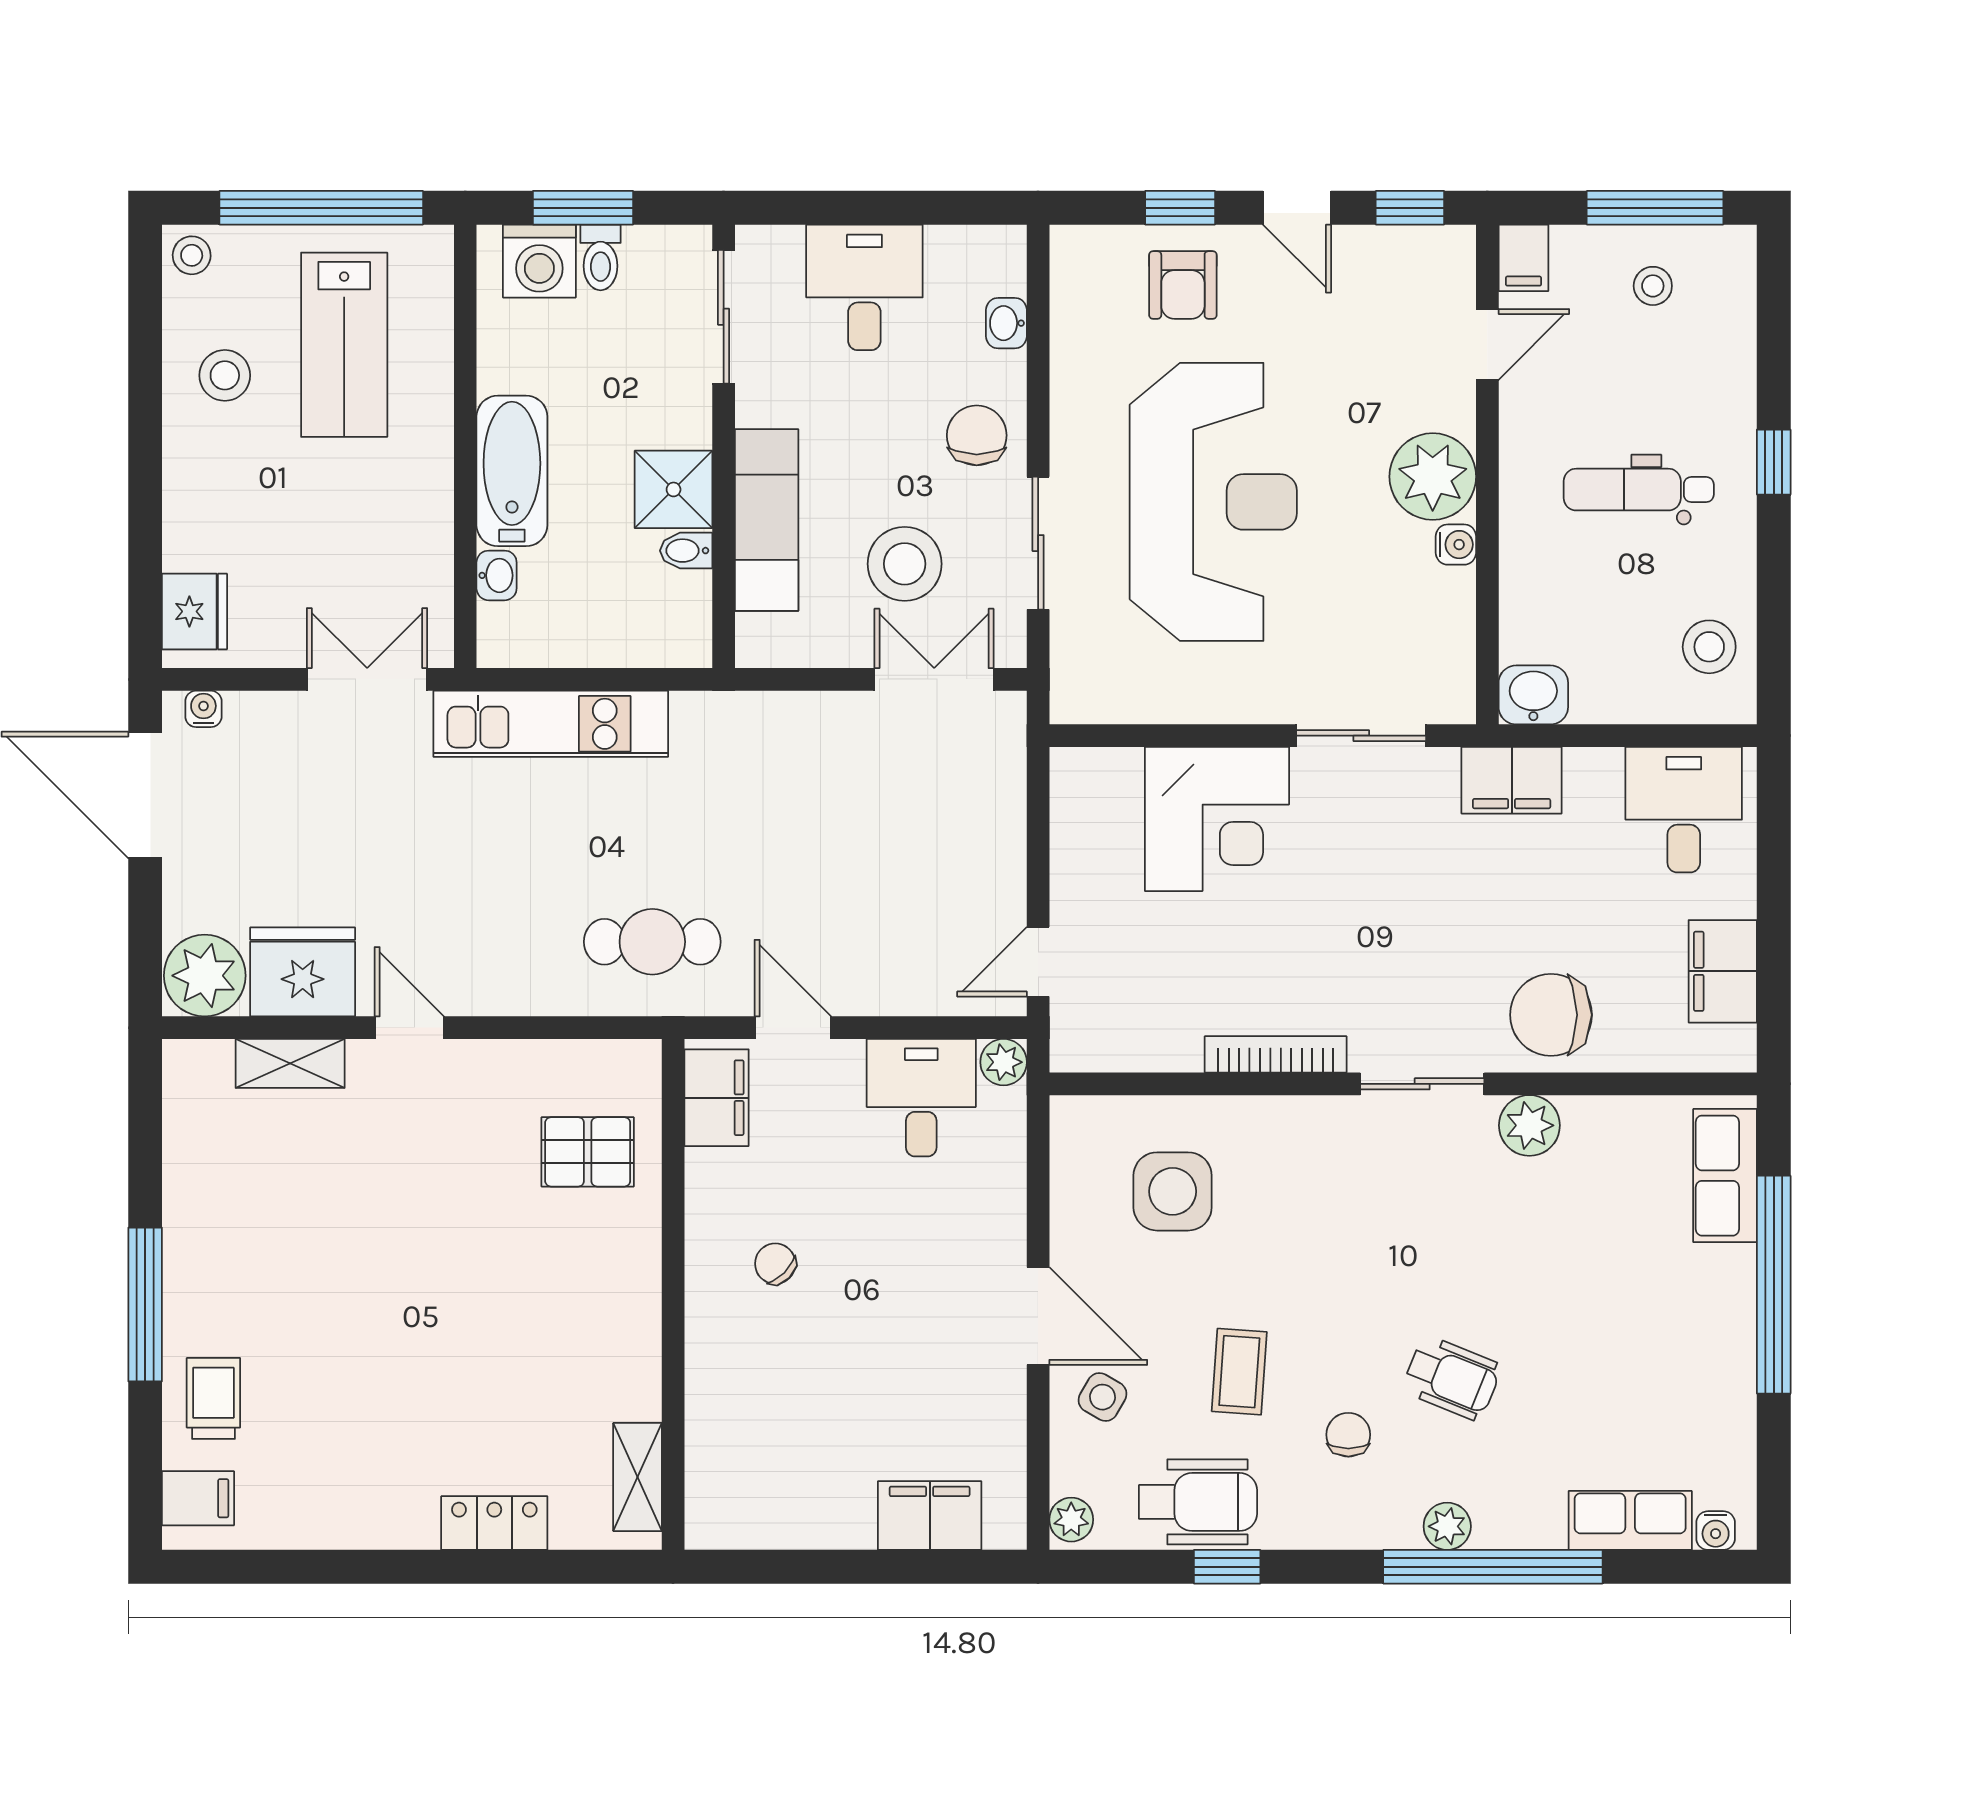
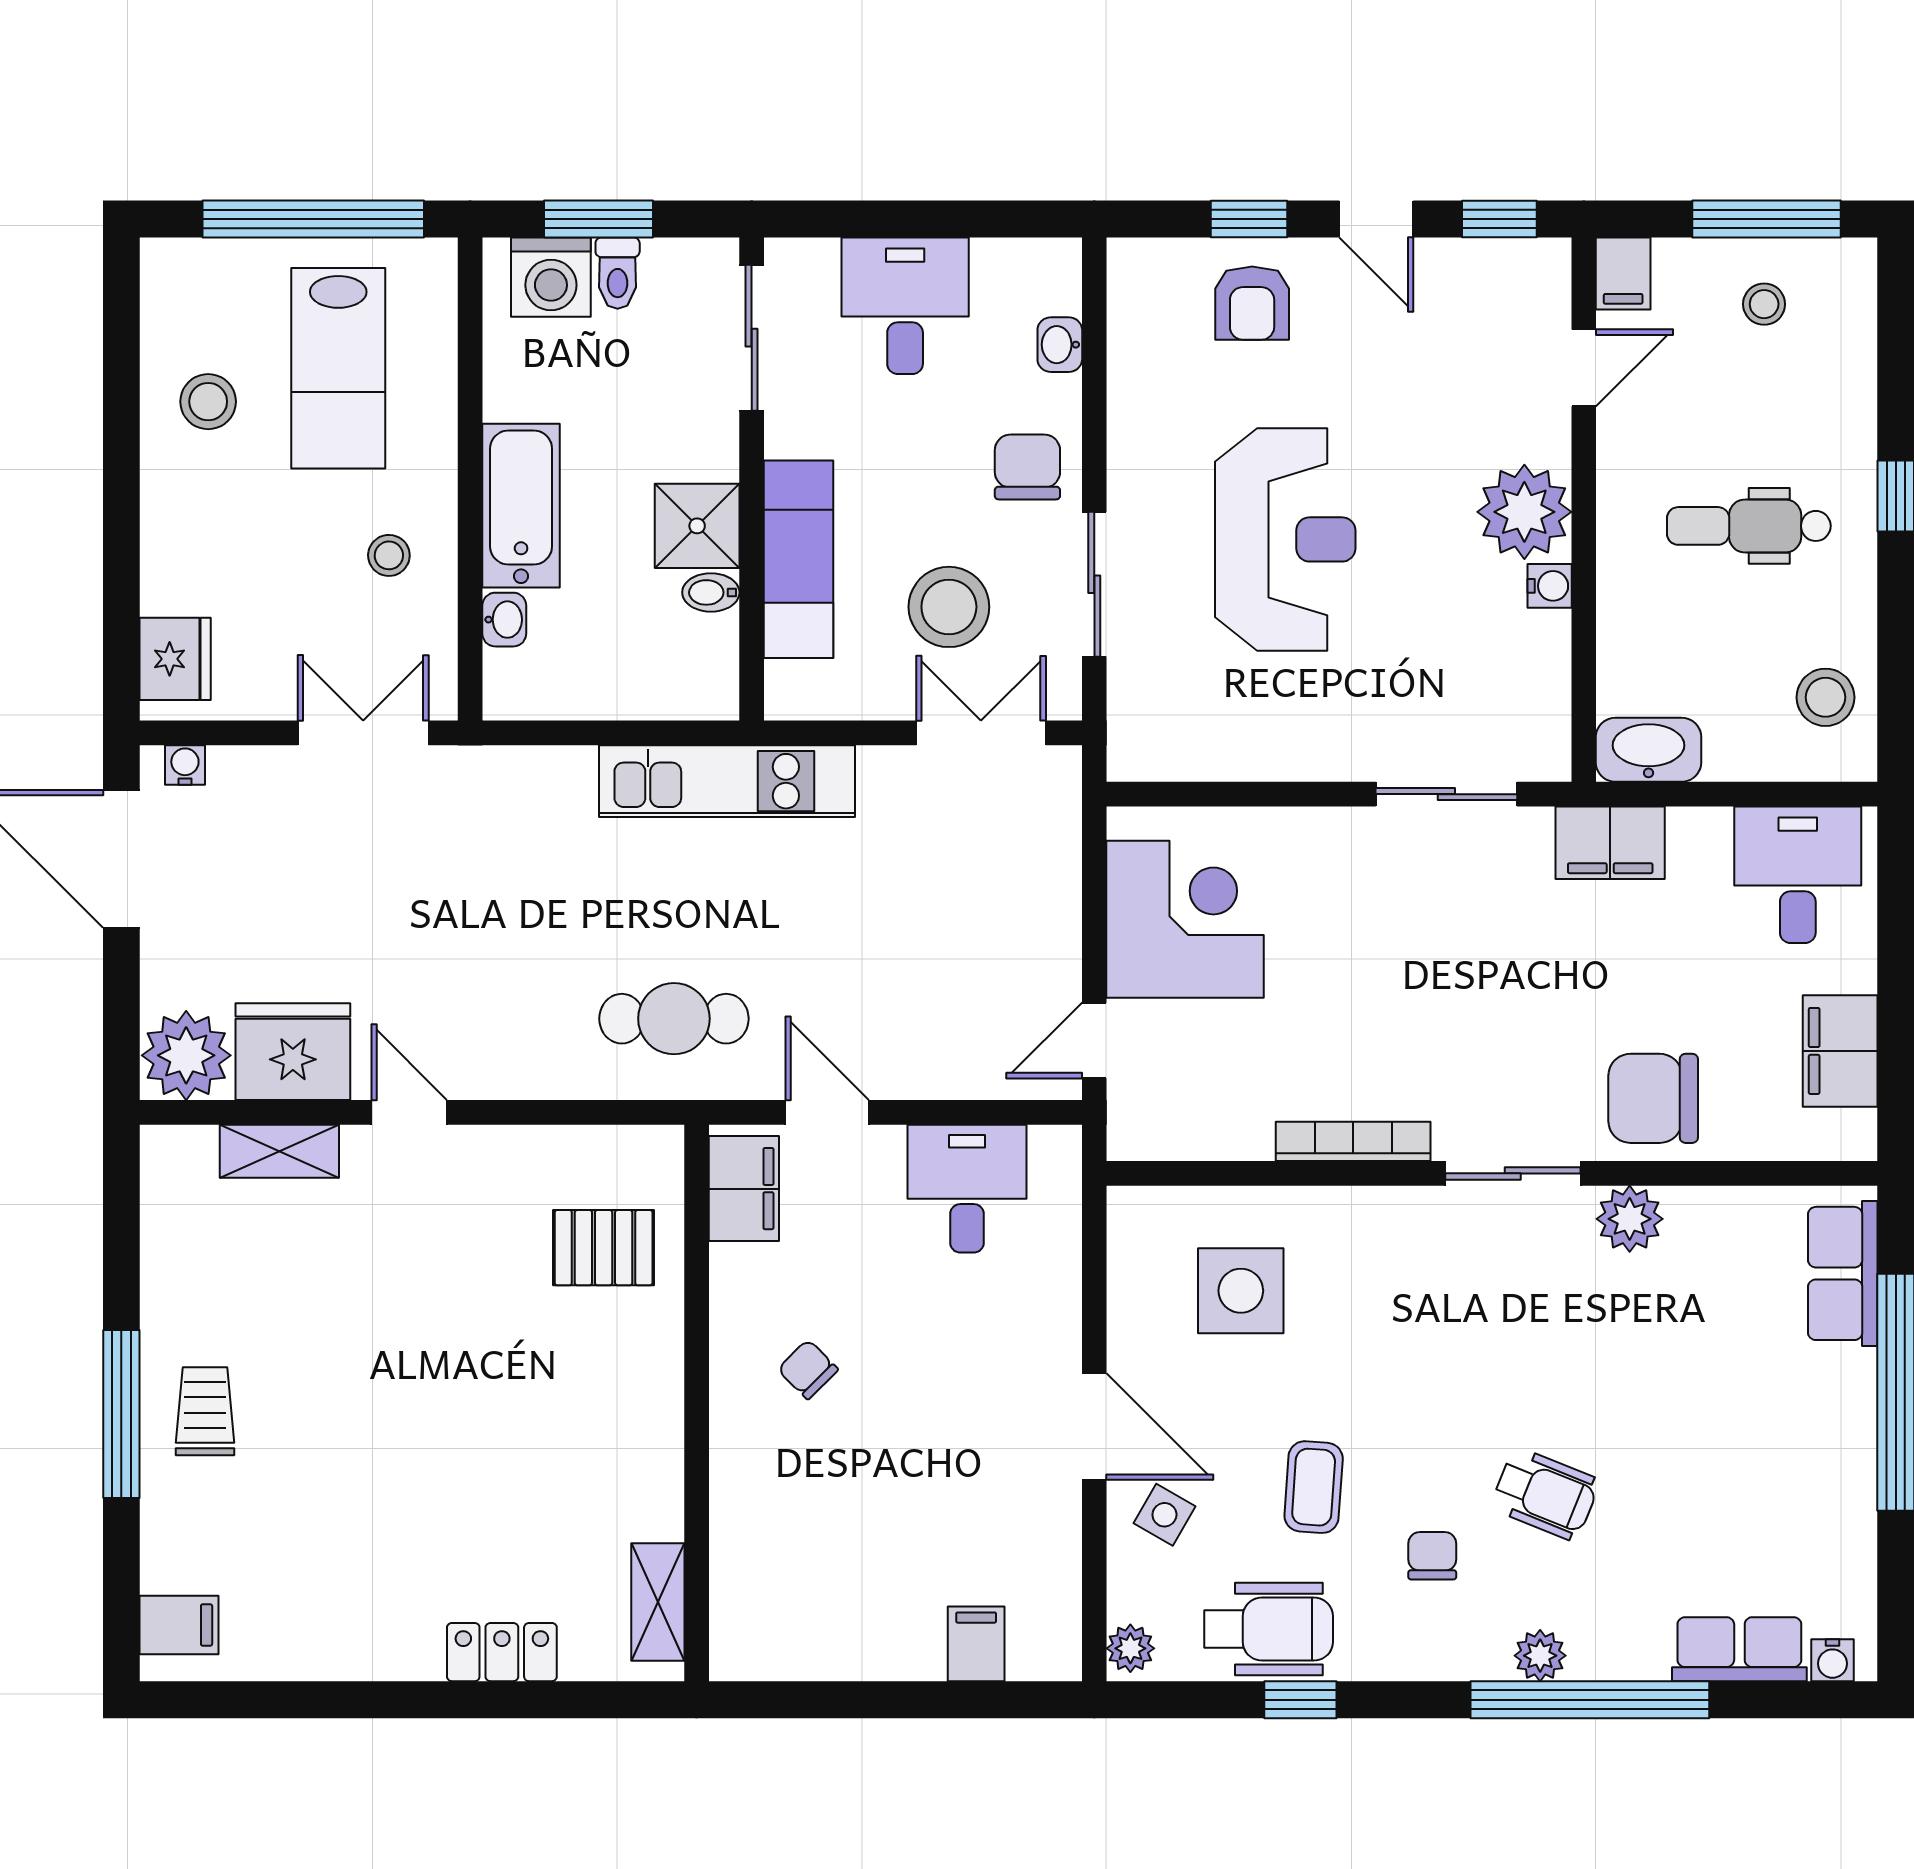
stool: (192, 255) -> (389, 555), moved
reception desk: (1213, 502) -> (1285, 539), width x0.74, depth x0.77
washbasin: (1533, 695) -> (1649, 750), width x1.38
kitchen unit: (551, 724) -> (727, 781), moved
corner desk: (1217, 819) -> (1185, 919), moved, turned -90
plant: (1004, 1062) -> (1057, 1150), removed
trolley: (213, 1398) -> (205, 1411), moved
filing cabinet: (930, 1515) -> (976, 1644), width x0.50

